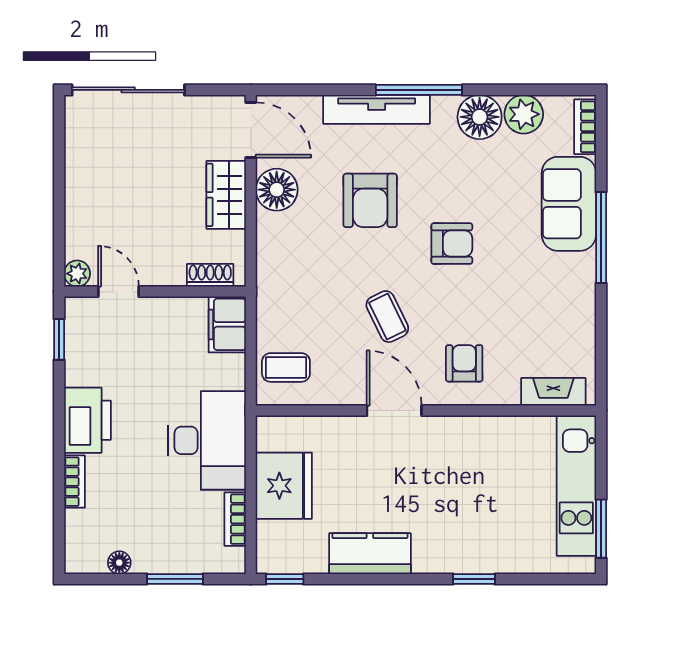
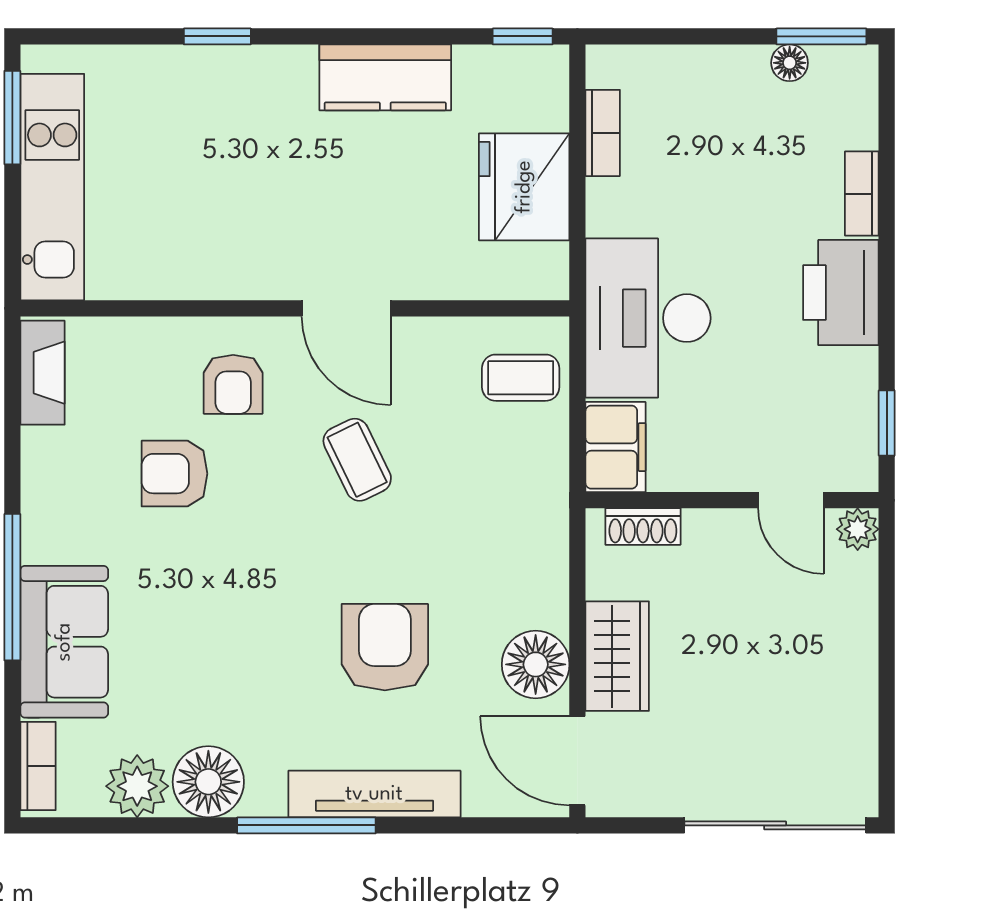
armchair: (452, 244) -> (174, 474), moved
fireplace: (553, 392) -> (43, 373), moved, turned -90
desk: (207, 440) -> (648, 318), moved
window: (175, 579) -> (821, 36), moved

